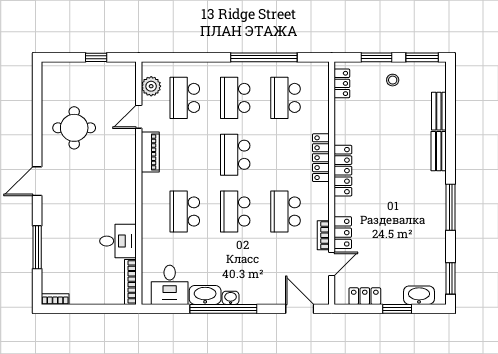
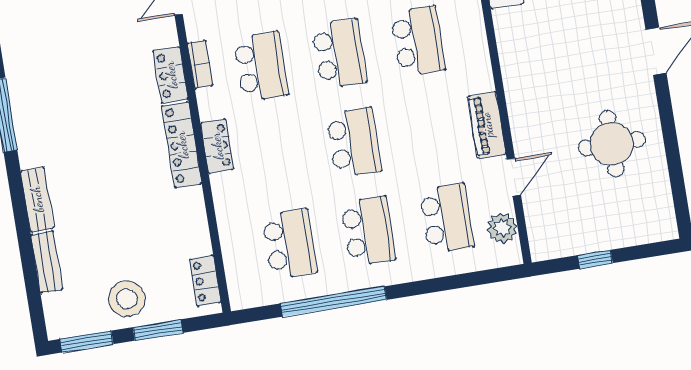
stool: (393, 80) -> (127, 299), width x1.89, depth x1.89
locker: (321, 158) -> (217, 146), width x0.66
locker: (343, 233) -> (171, 75), moved
bookcase: (323, 235) -> (200, 64), moved

